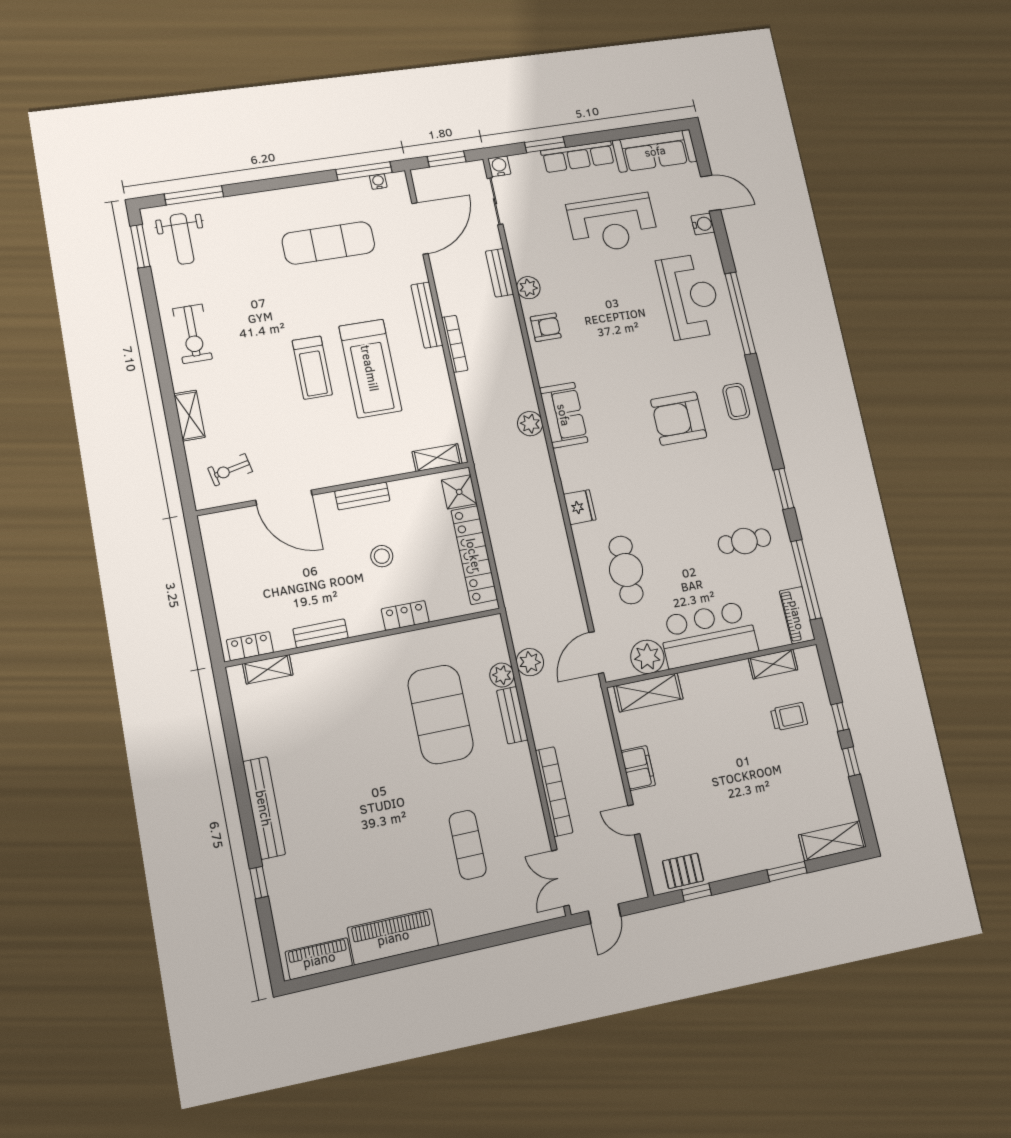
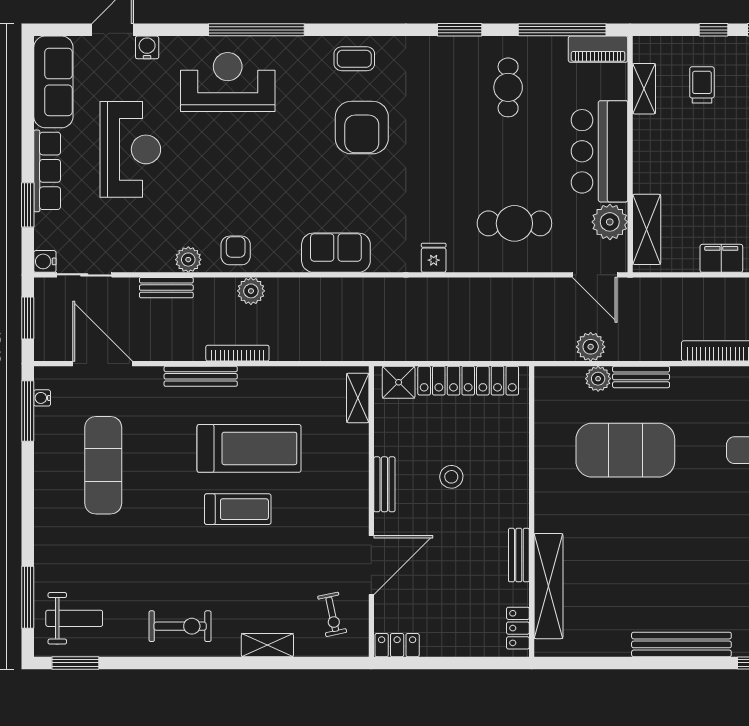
plant: (530, 424) -> (251, 291), moved
fridge: (580, 507) -> (434, 258), width x0.72
locker: (405, 616) -> (397, 645), moved, turned 90
shelving: (268, 669) -> (548, 586), width x2.20, depth x1.33

